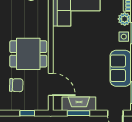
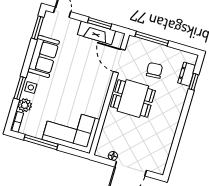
chair: (16, 85) -> (154, 70), turned 84
window: (27, 113) -> (152, 39), width x2.17

